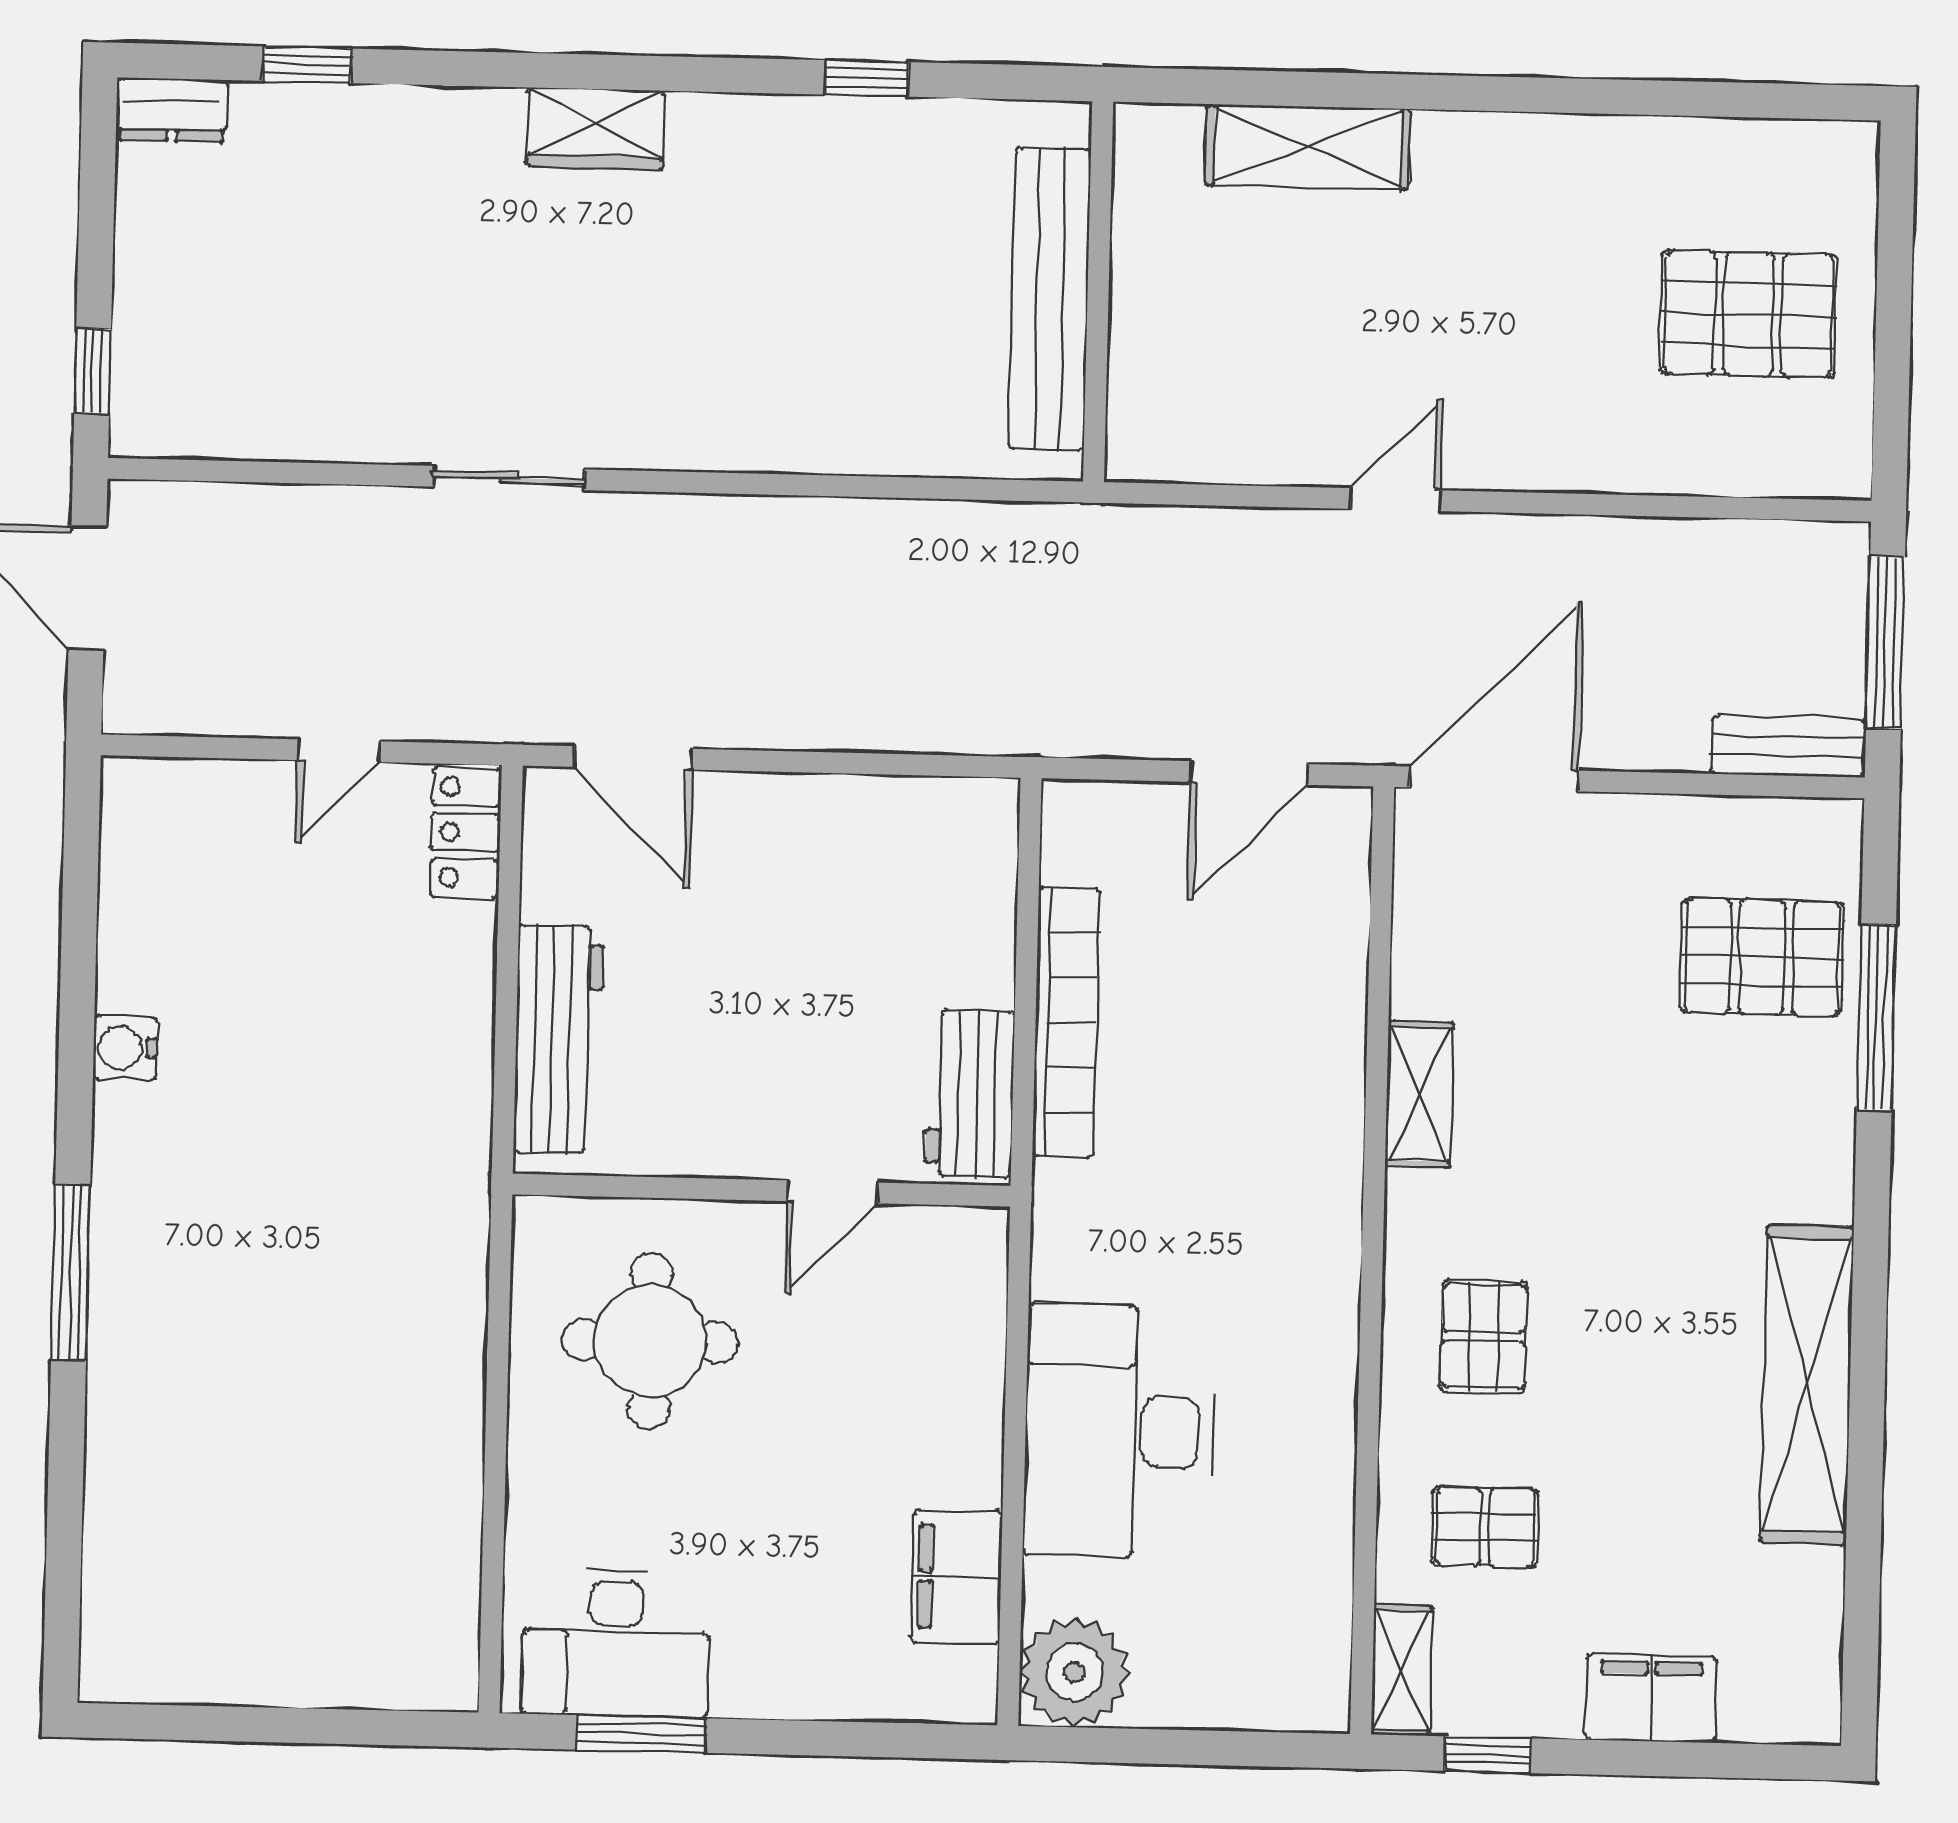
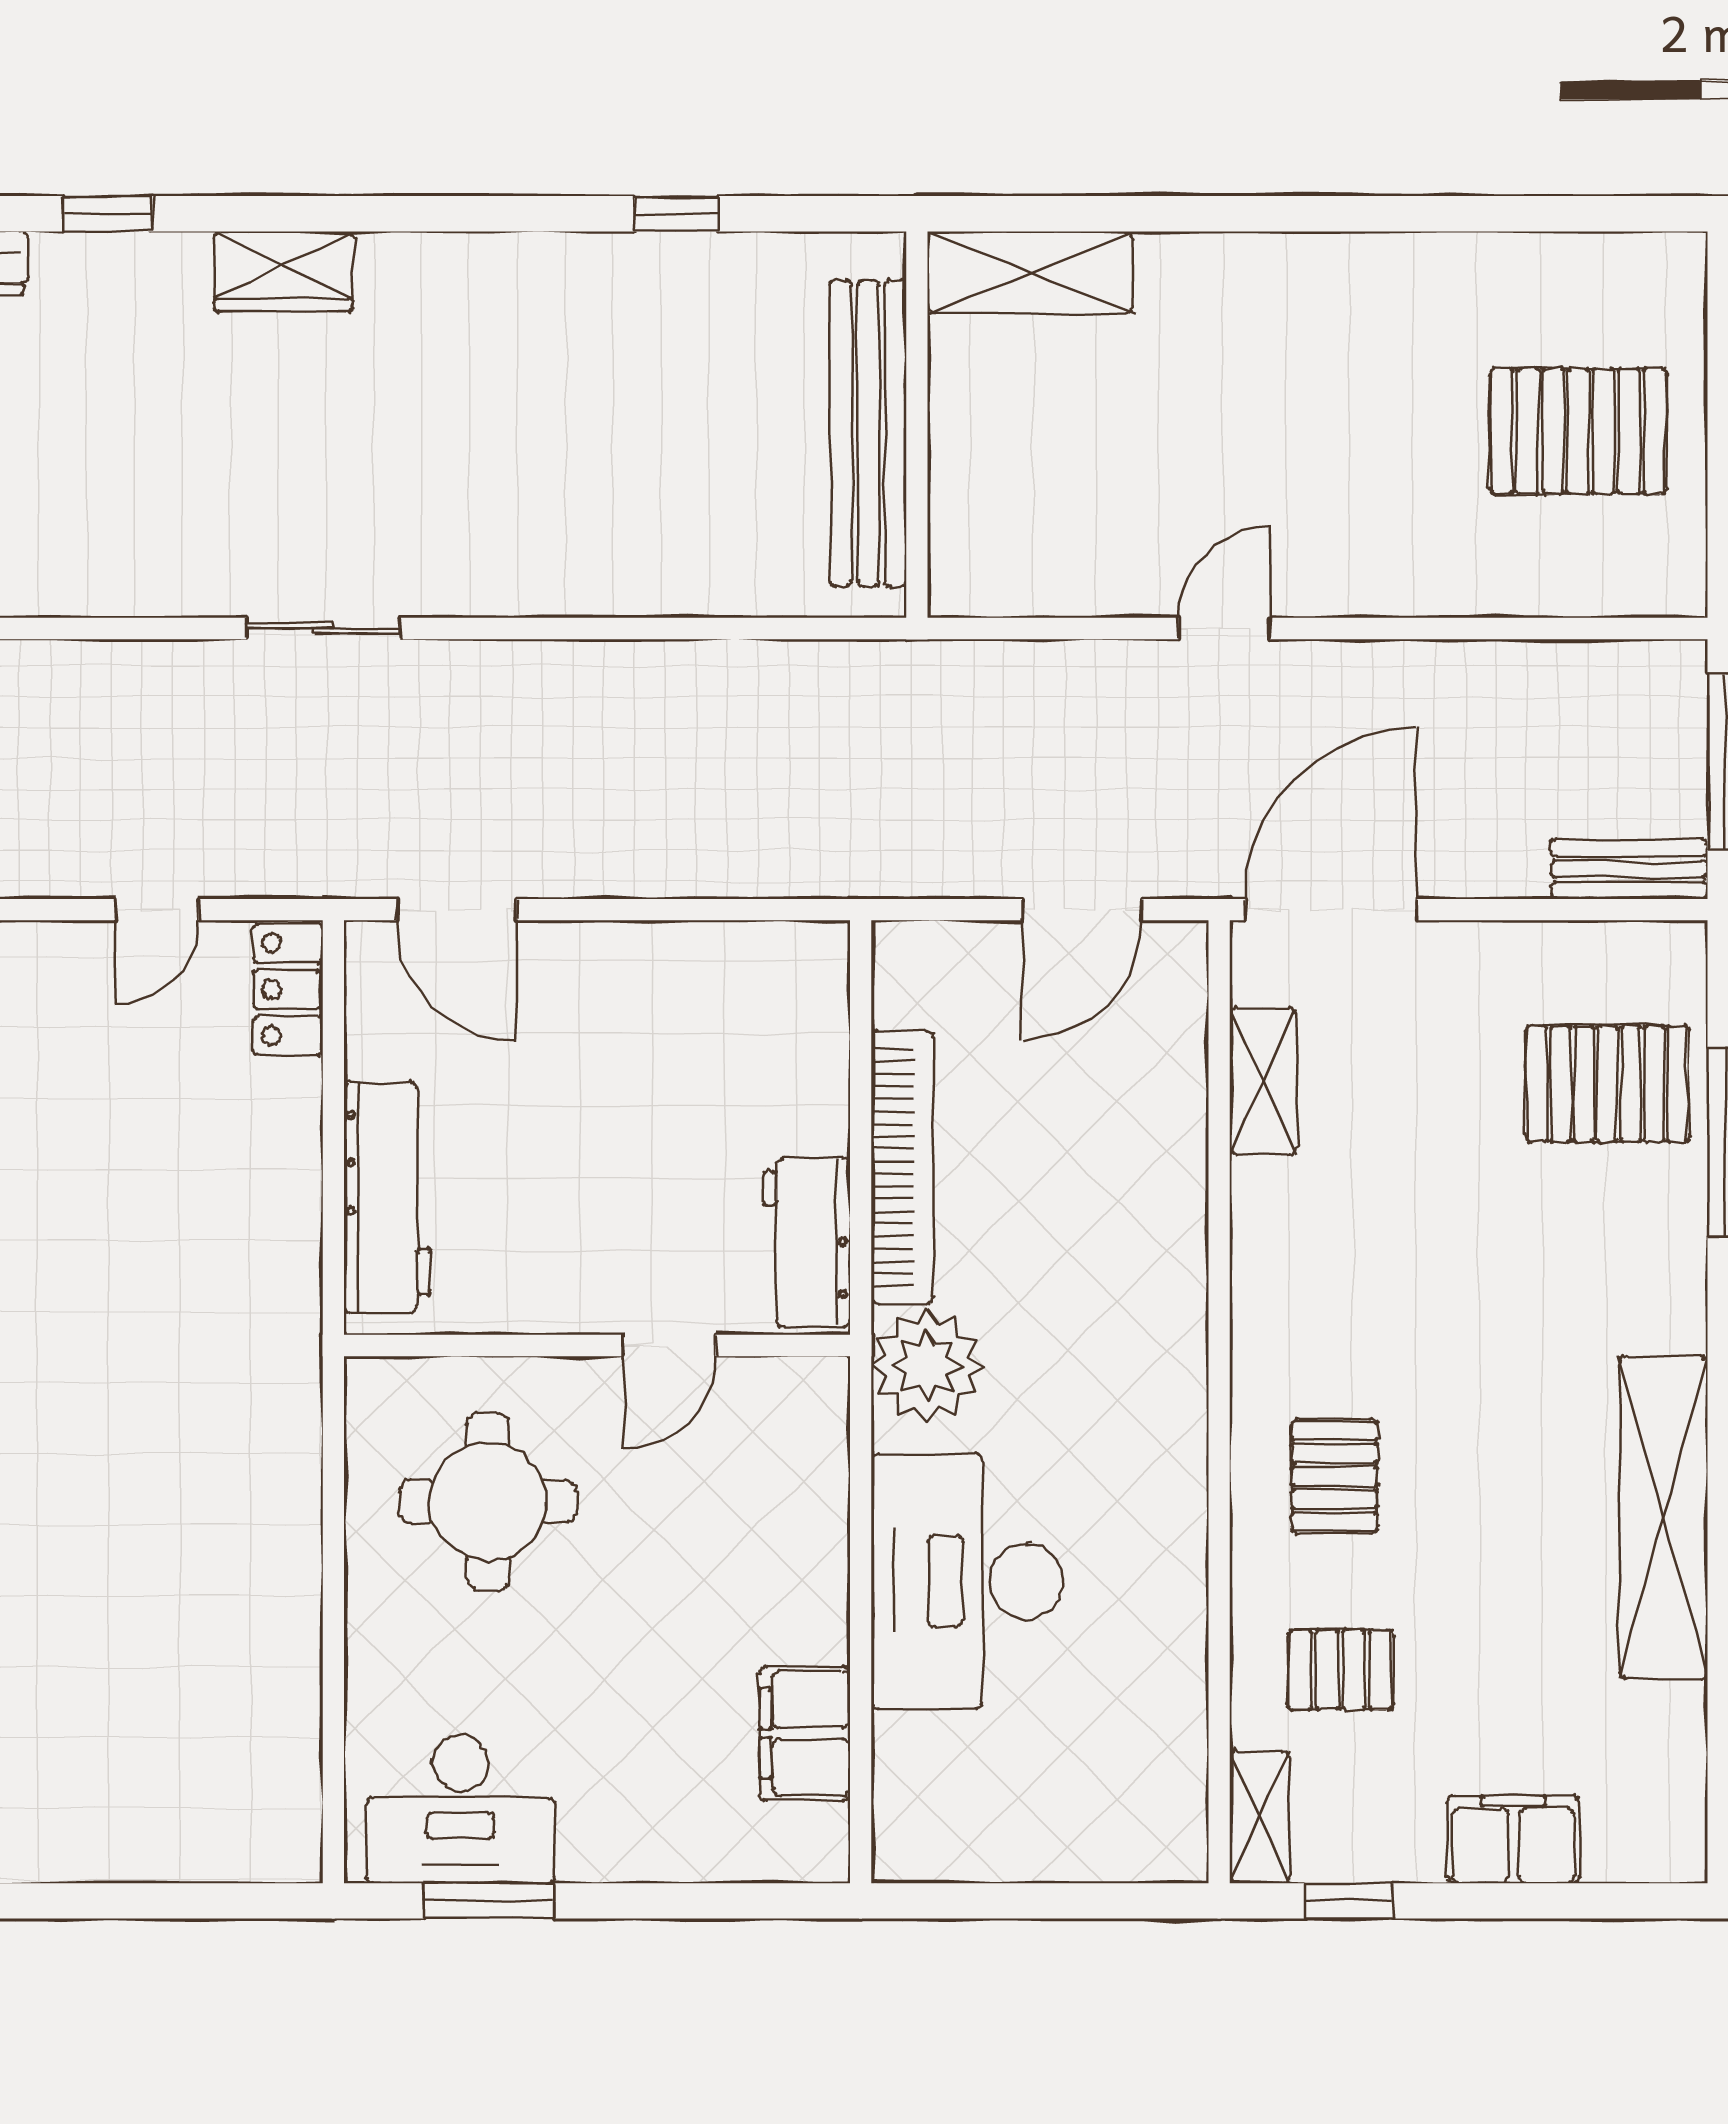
wardrobe: (596, 128) -> (283, 271), moved
shelving: (1308, 147) -> (1030, 272), moved
shelving: (1419, 1094) -> (1263, 1081), moved
plant: (1074, 1672) -> (927, 1366), moved

